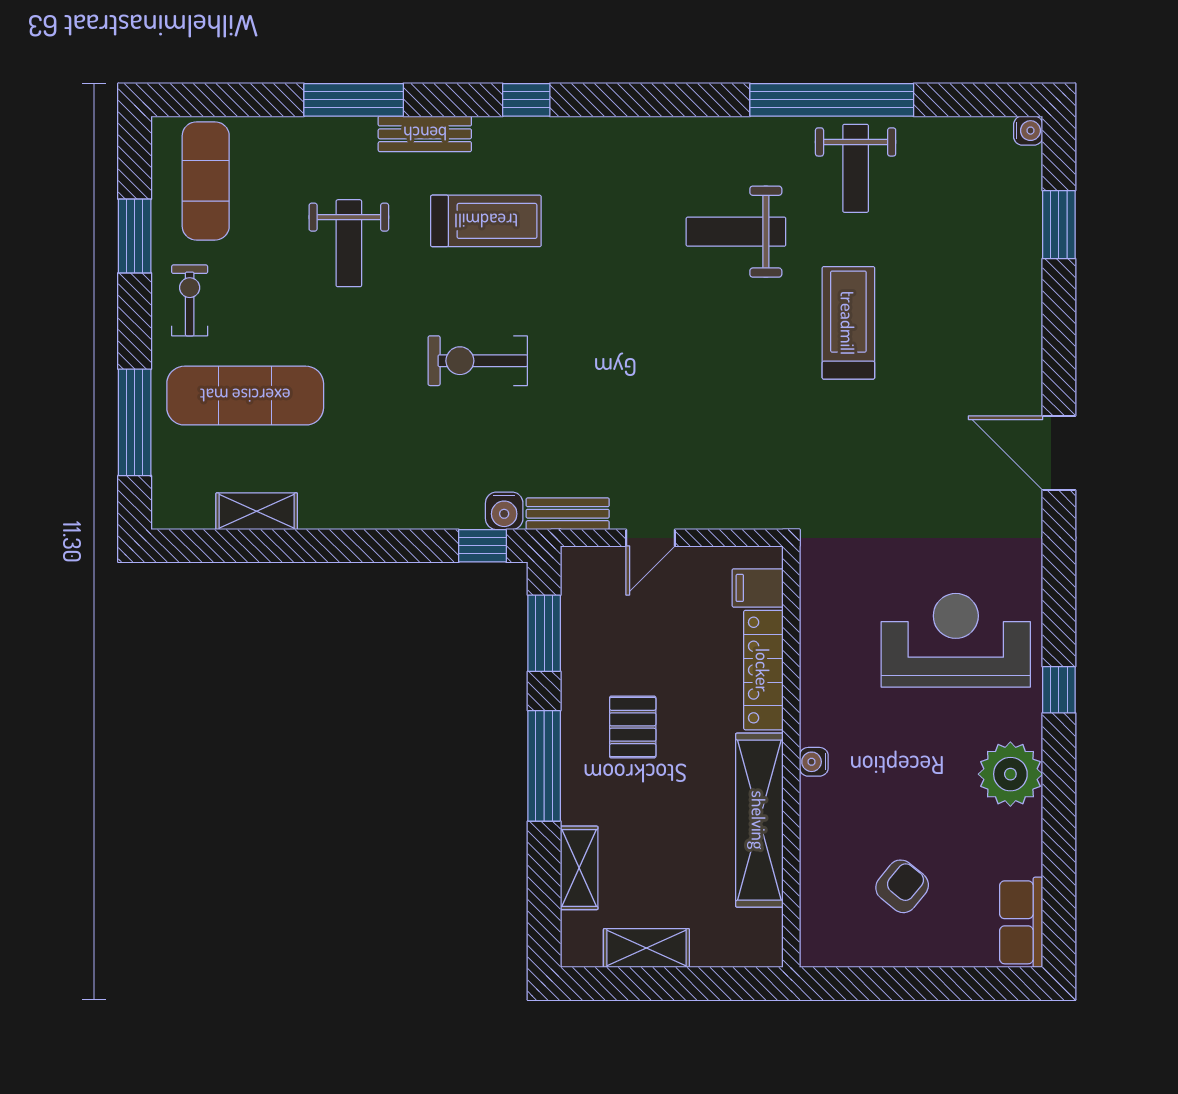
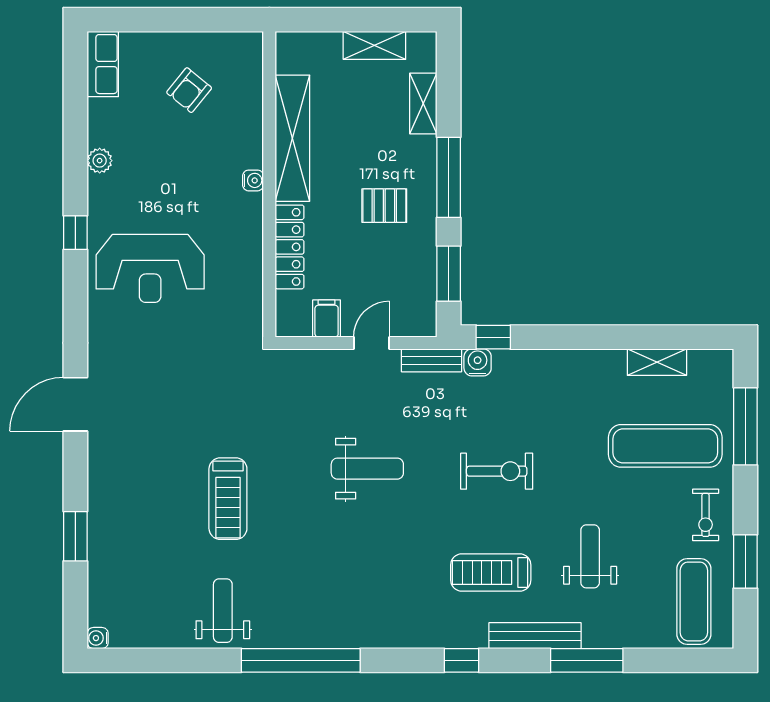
window: (832, 100) -> (301, 660), moved
bench: (425, 134) -> (535, 636), width x1.36
window: (1059, 225) -> (75, 536), moved
weight bench: (736, 232) -> (367, 469), moved
door: (1059, 453) -> (75, 404), swing flipped
filing cabinet: (758, 588) -> (327, 318), moved, turned -90
pallet: (633, 727) -> (384, 206), turned 90
plant: (1010, 774) -> (100, 161), width x0.53, depth x0.53

